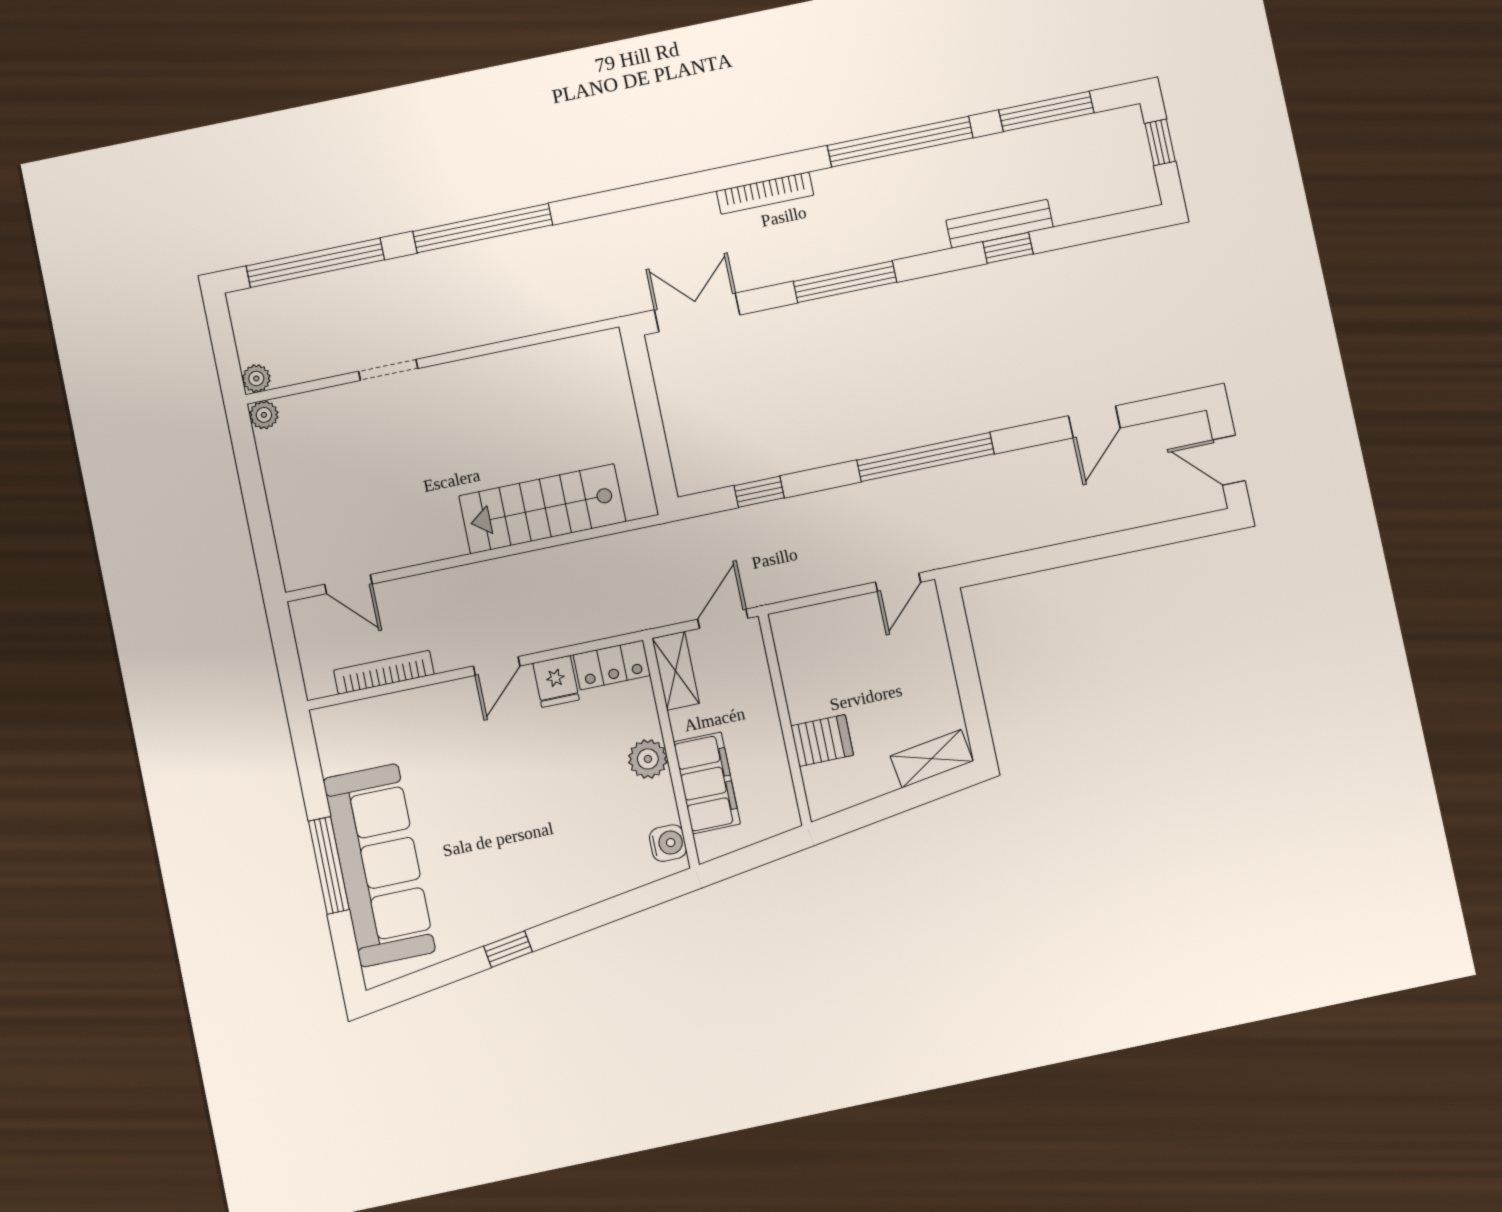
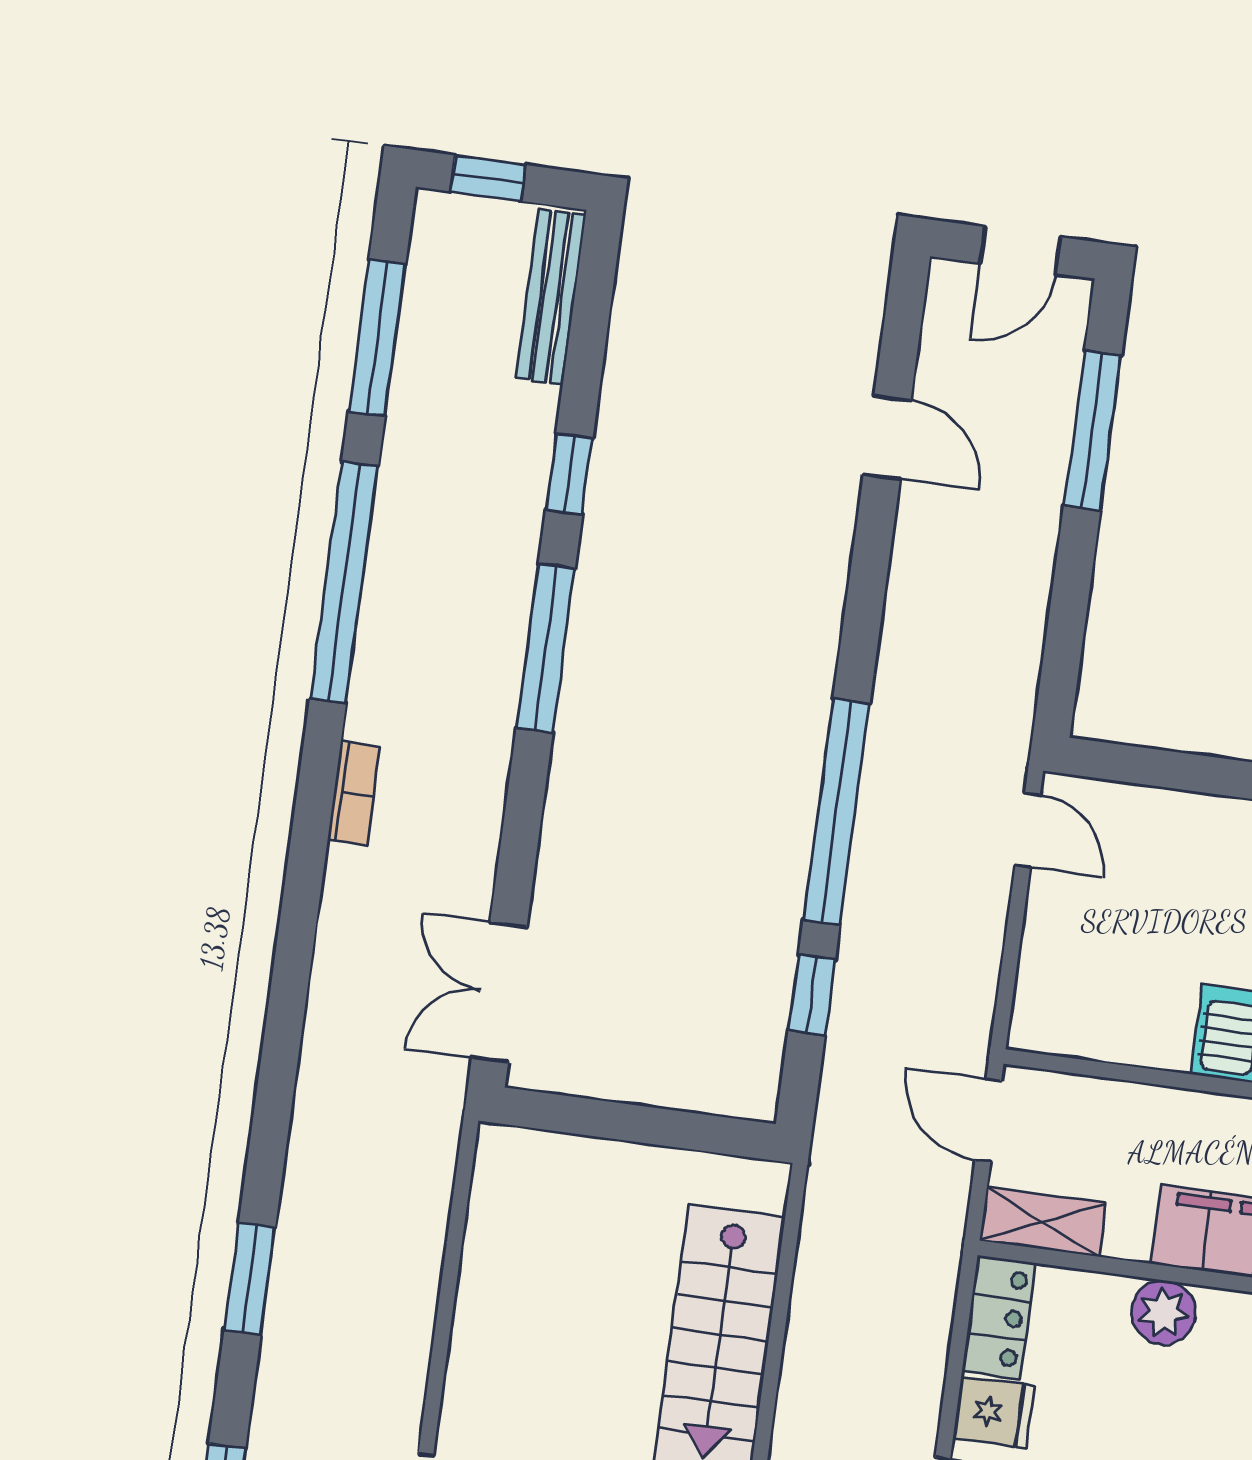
bookcase: (765, 193) -> (354, 793), width x0.64
bench: (1000, 224) -> (551, 296), moved
window: (483, 228) -> (250, 1279), width x0.47
window: (845, 282) -> (546, 648), moved
window: (926, 457) -> (836, 812), moved
window: (1141, 538) -> (1093, 430), added

